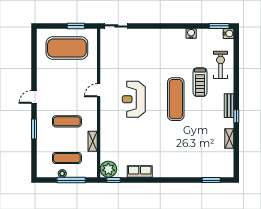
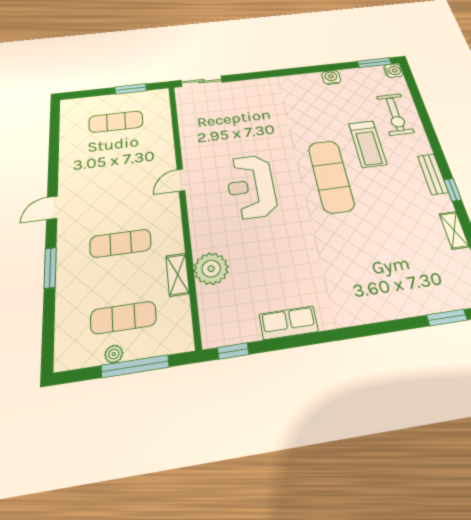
exercise mat: (67, 48) -> (116, 122), width x0.50, depth x0.69
exercise bike: (221, 65) -> (395, 114), turned 180
plant: (108, 169) -> (211, 269), moved

